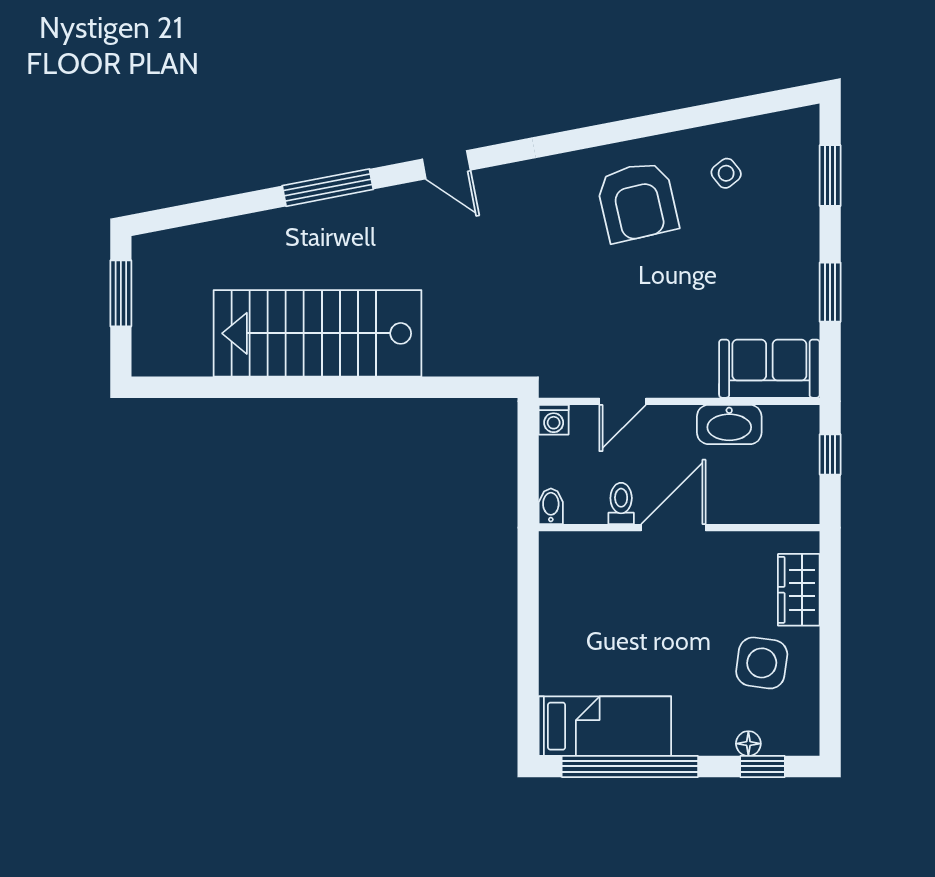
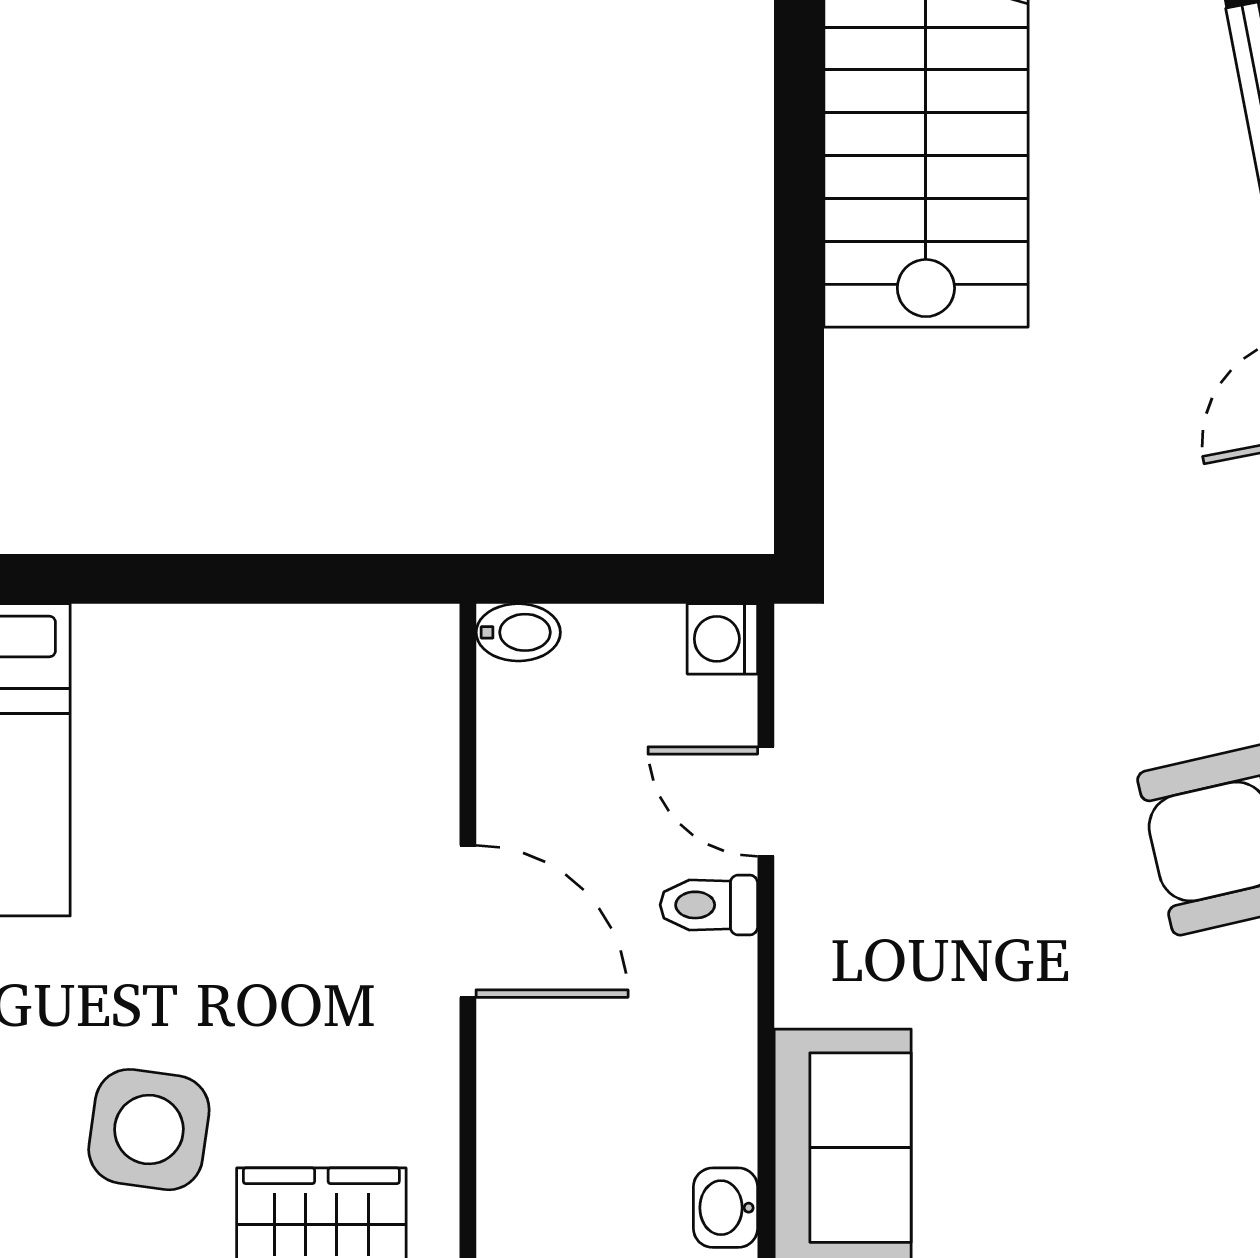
washbasin: (729, 425) -> (725, 1208), moved, width x0.52, depth x0.69
toilet: (621, 503) -> (709, 905), moved, turned 180

